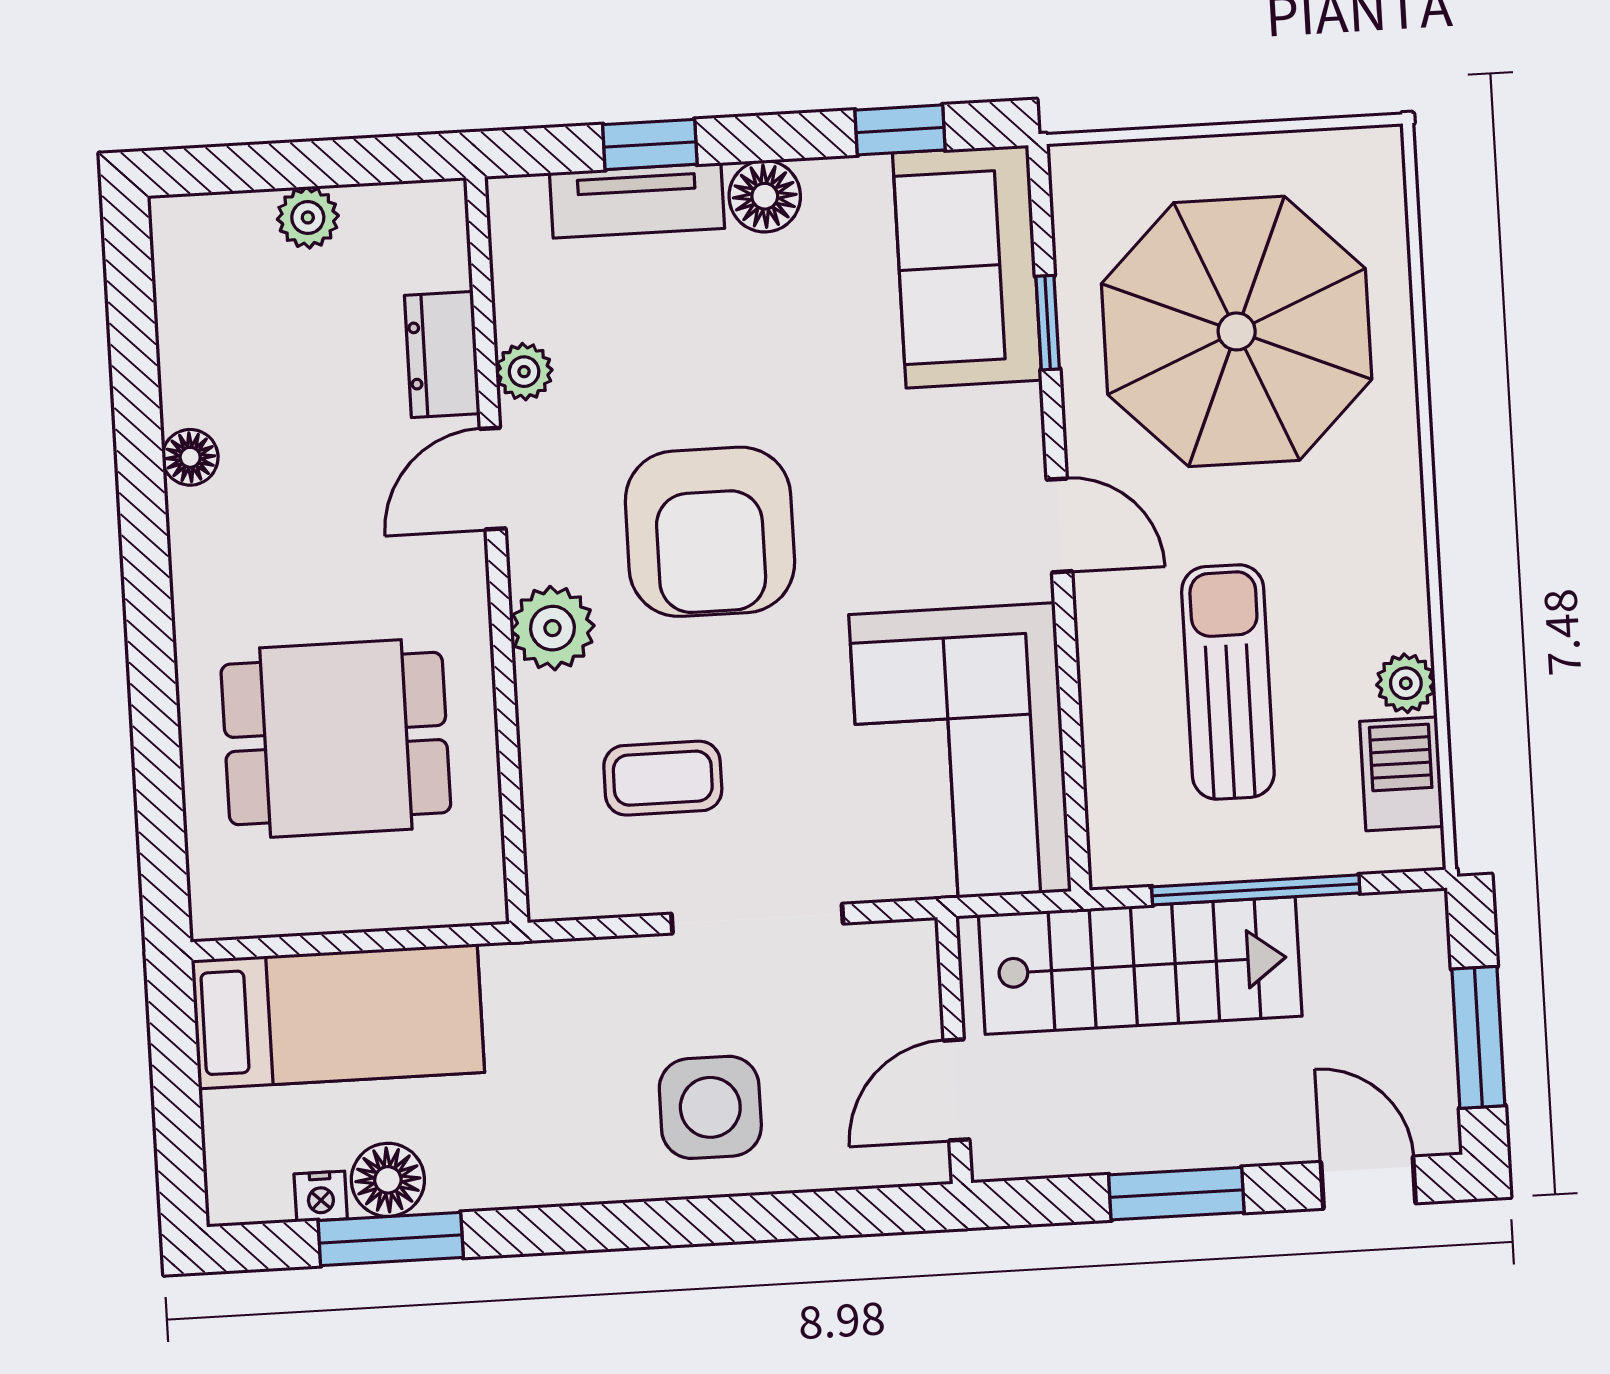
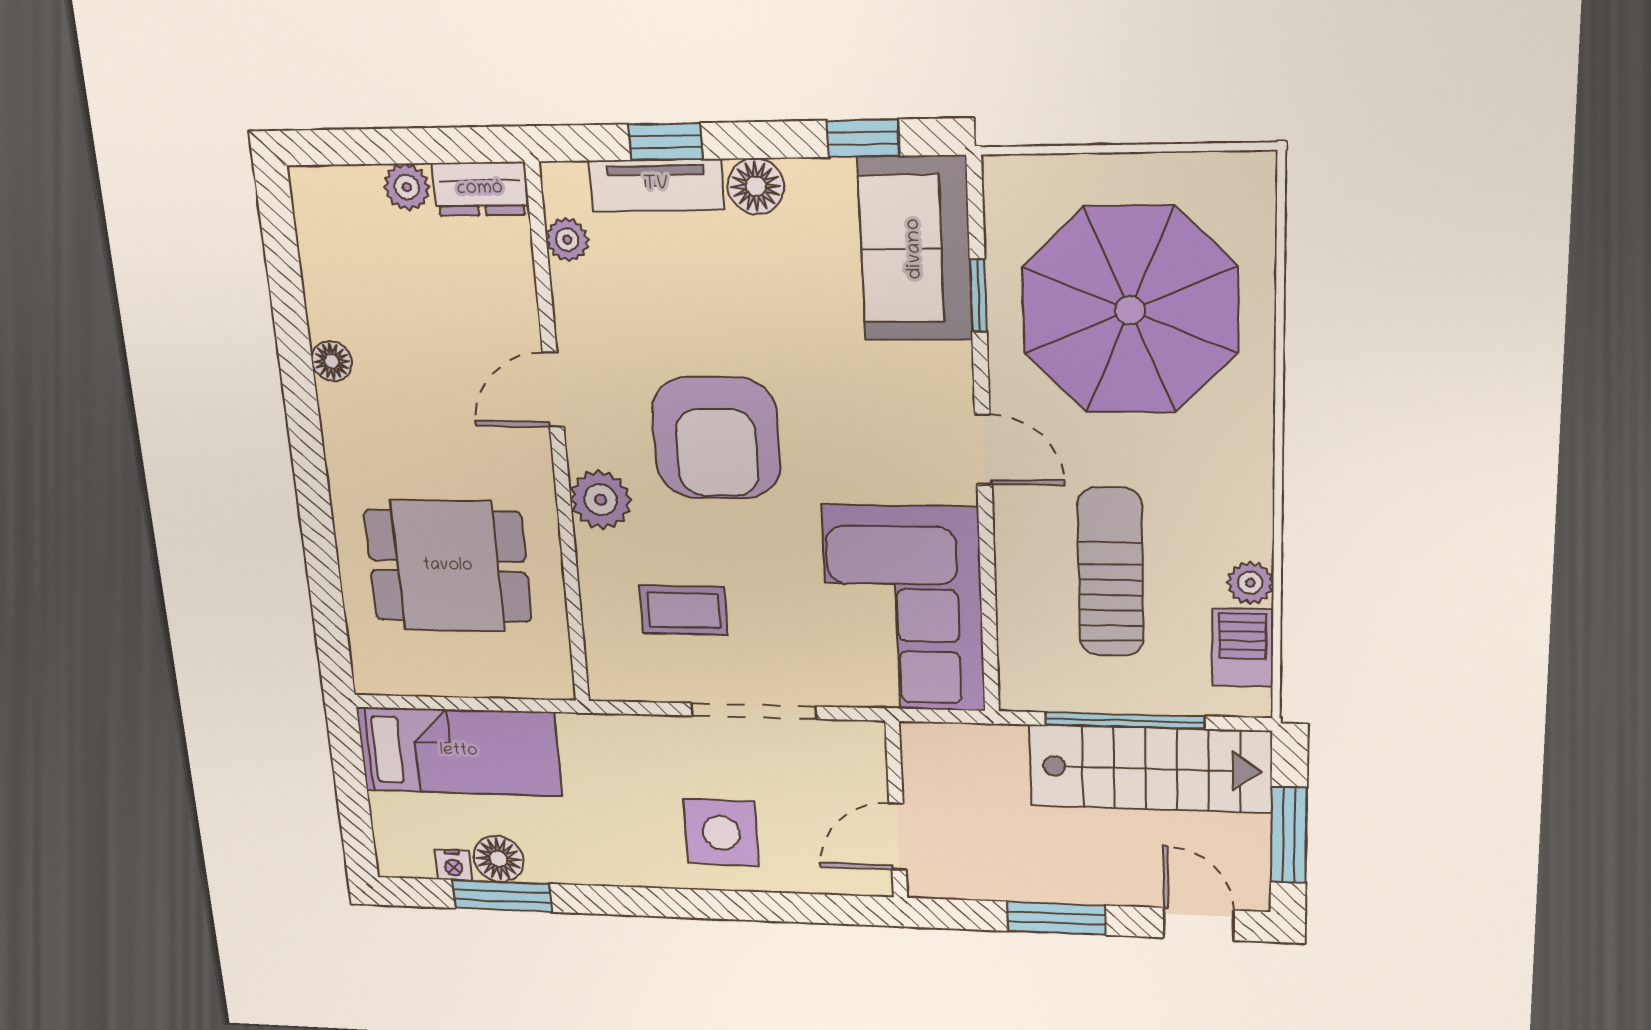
dresser: (442, 354) -> (480, 189), moved, turned -90
plant: (524, 372) -> (567, 240), moved
stairs: (1140, 966) -> (1150, 769), moved

